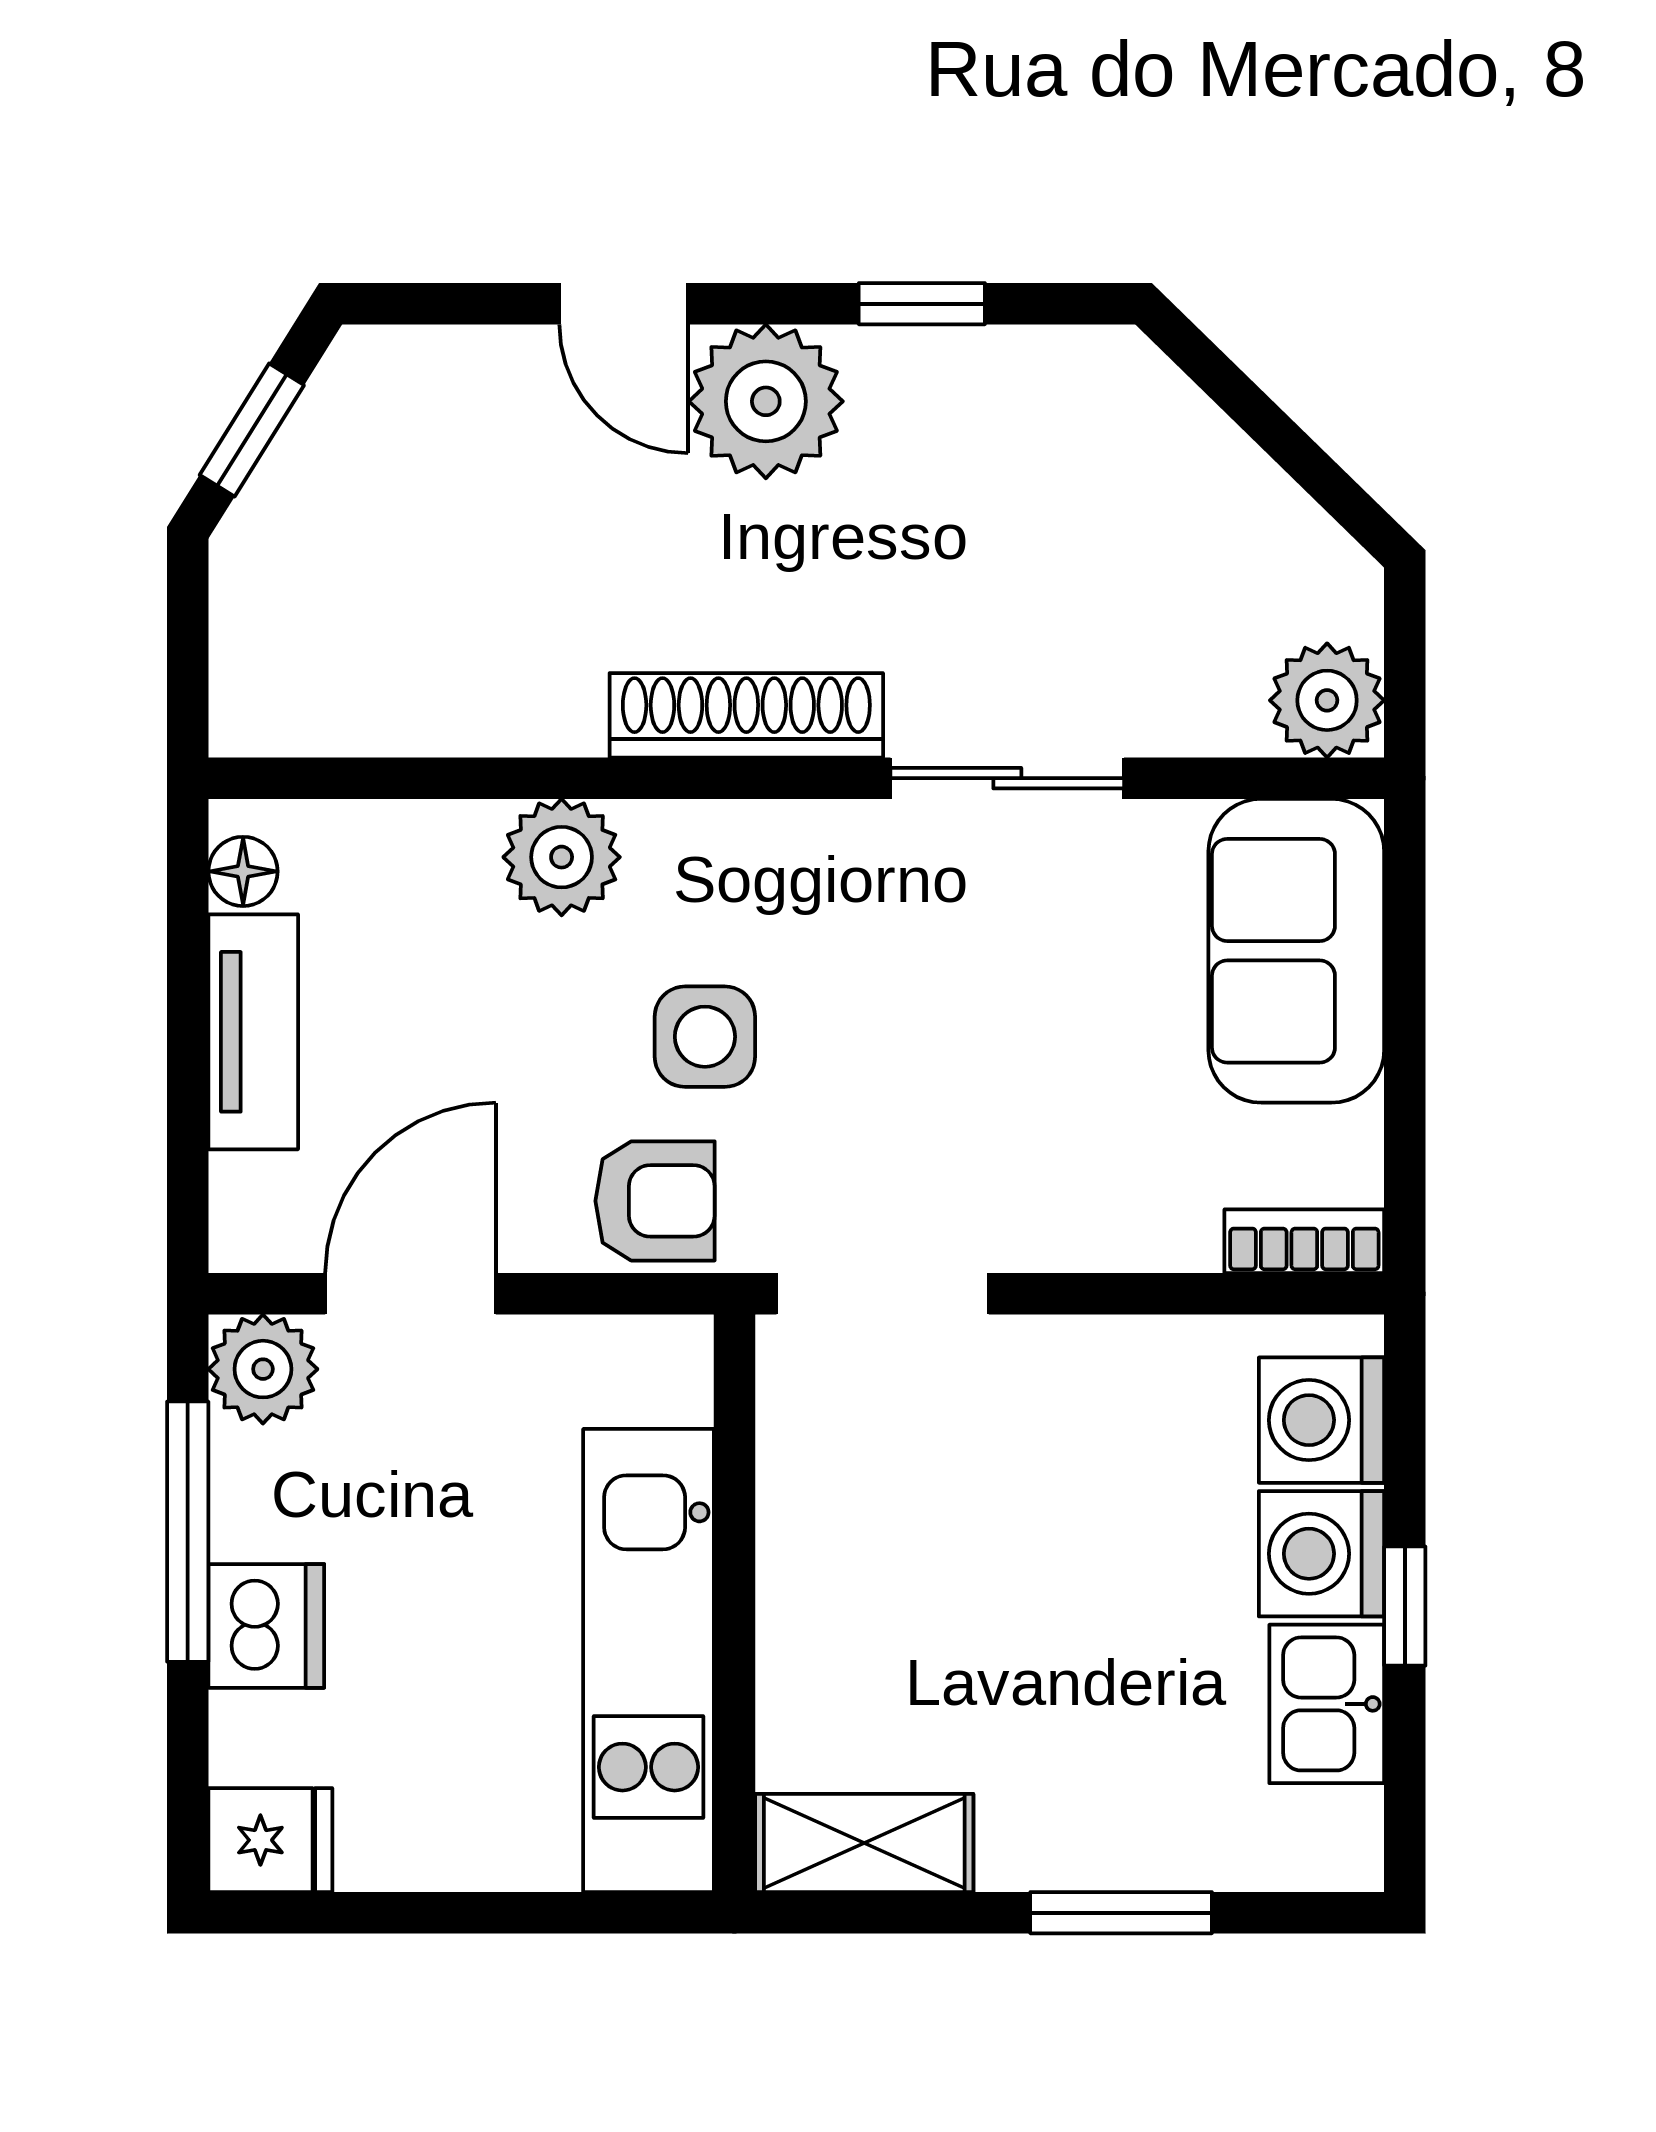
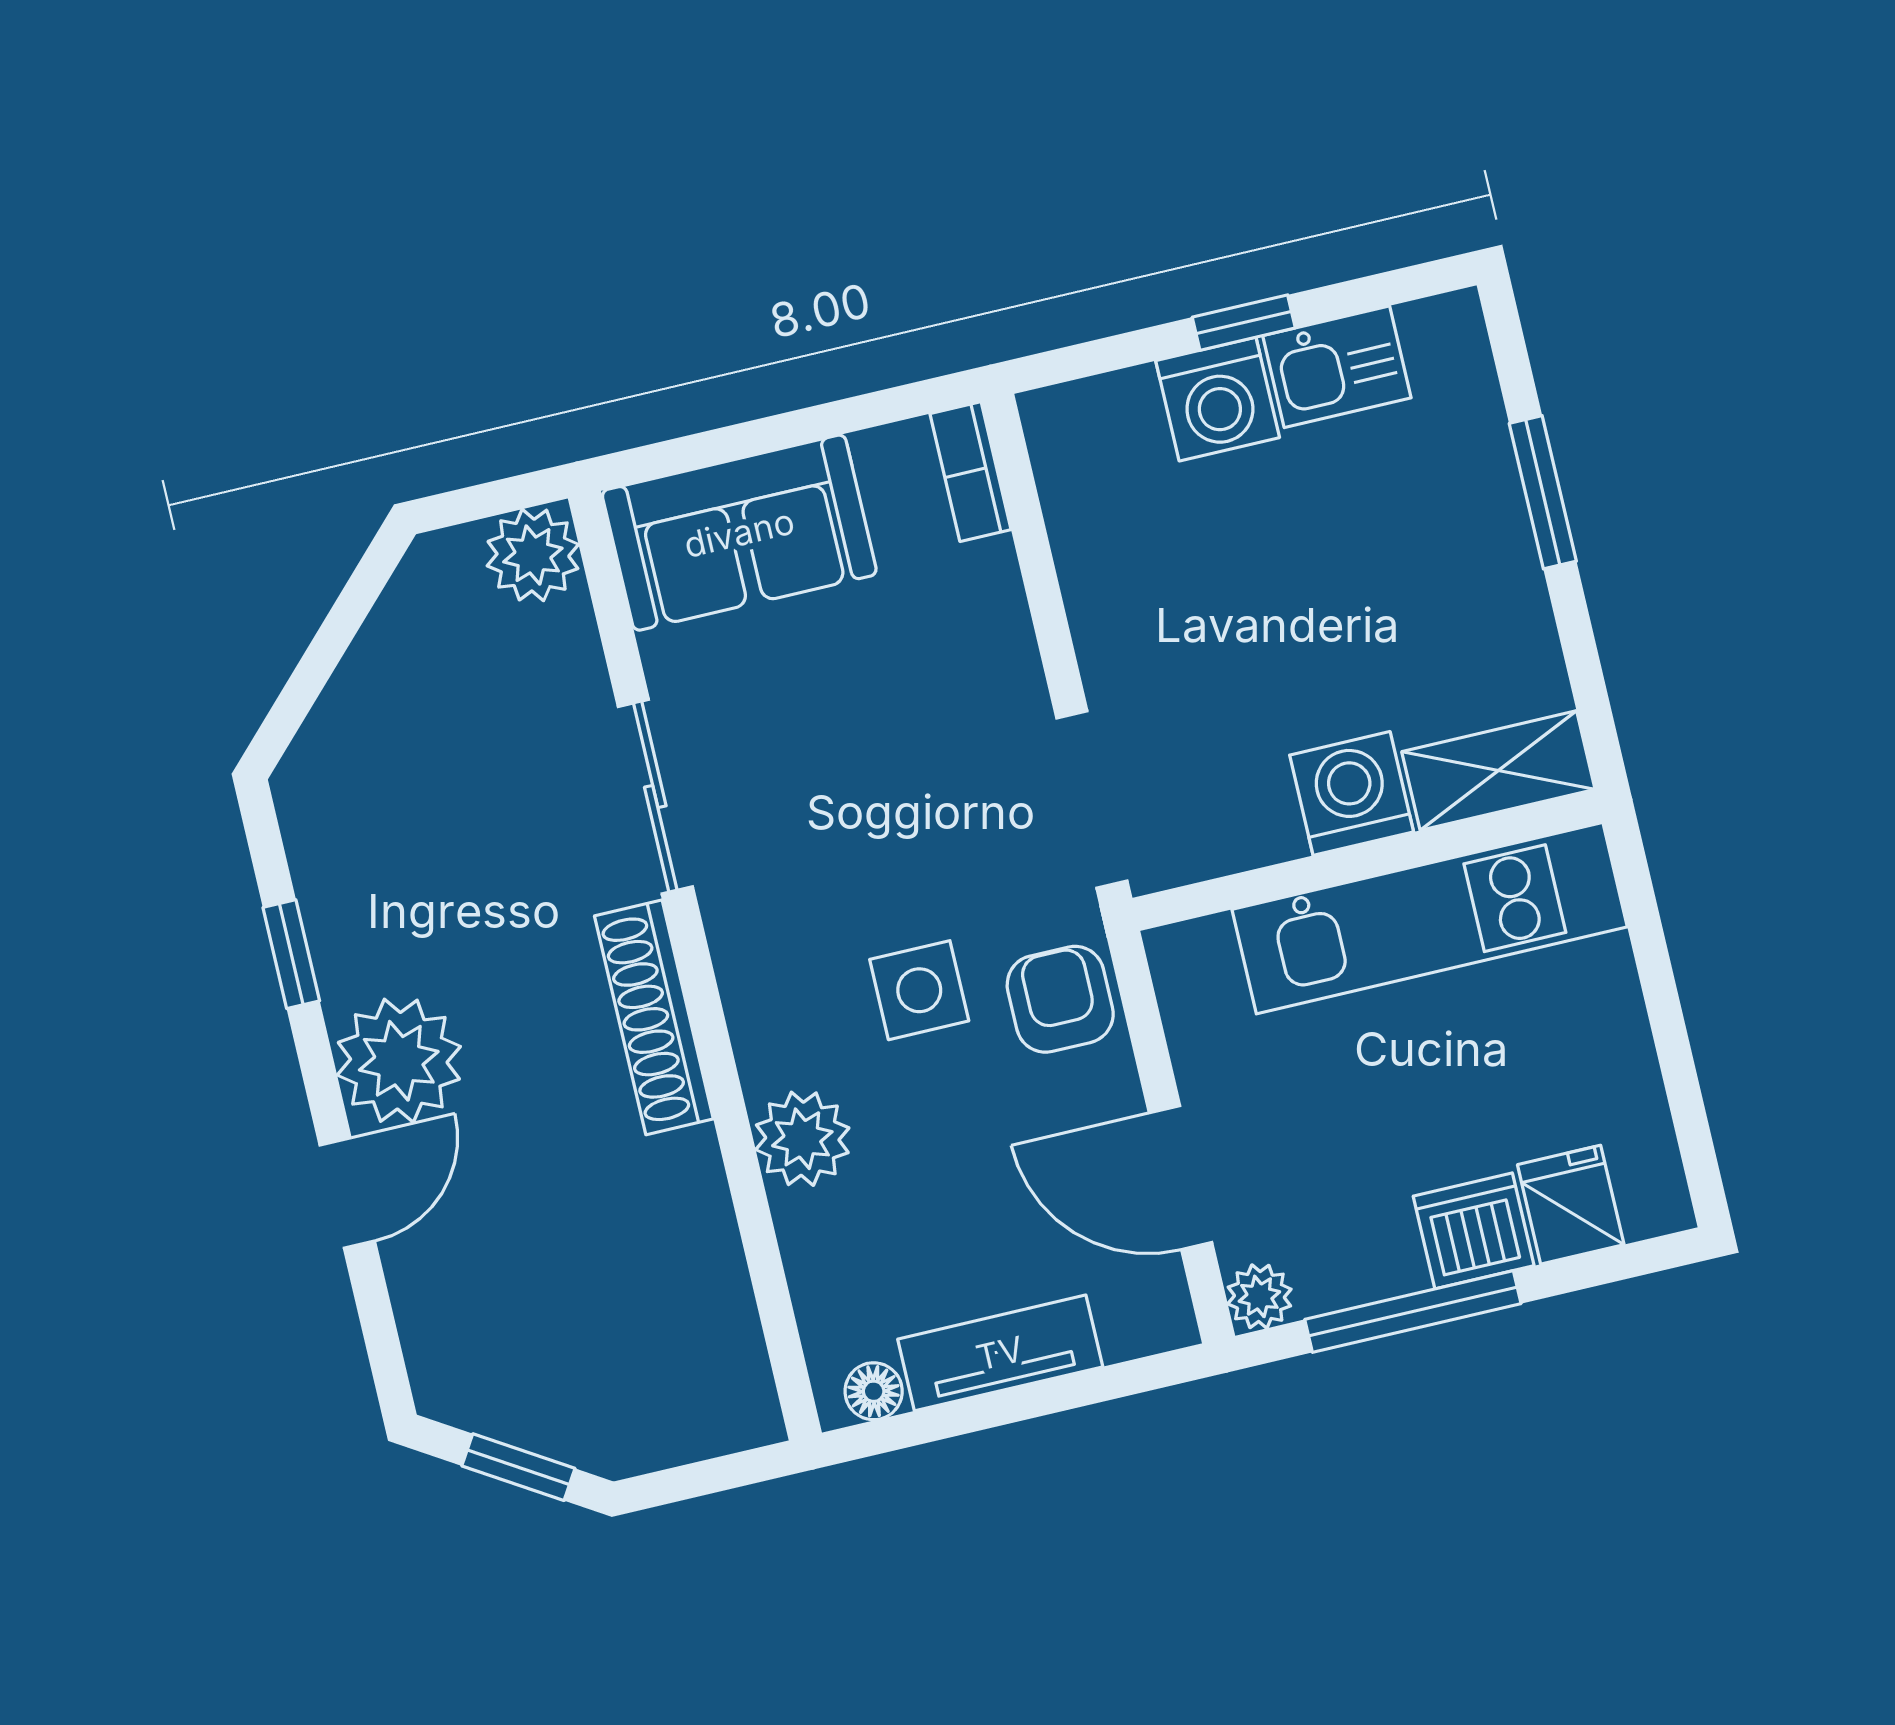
plant: (263, 1369) -> (1259, 1296), width x0.73, depth x0.73
washing machine: (1321, 1420) -> (1352, 793), moved, turned 180
fridge: (270, 1840) -> (1571, 1205), moved
shelving: (864, 1843) -> (1498, 770), moved, turned 90

